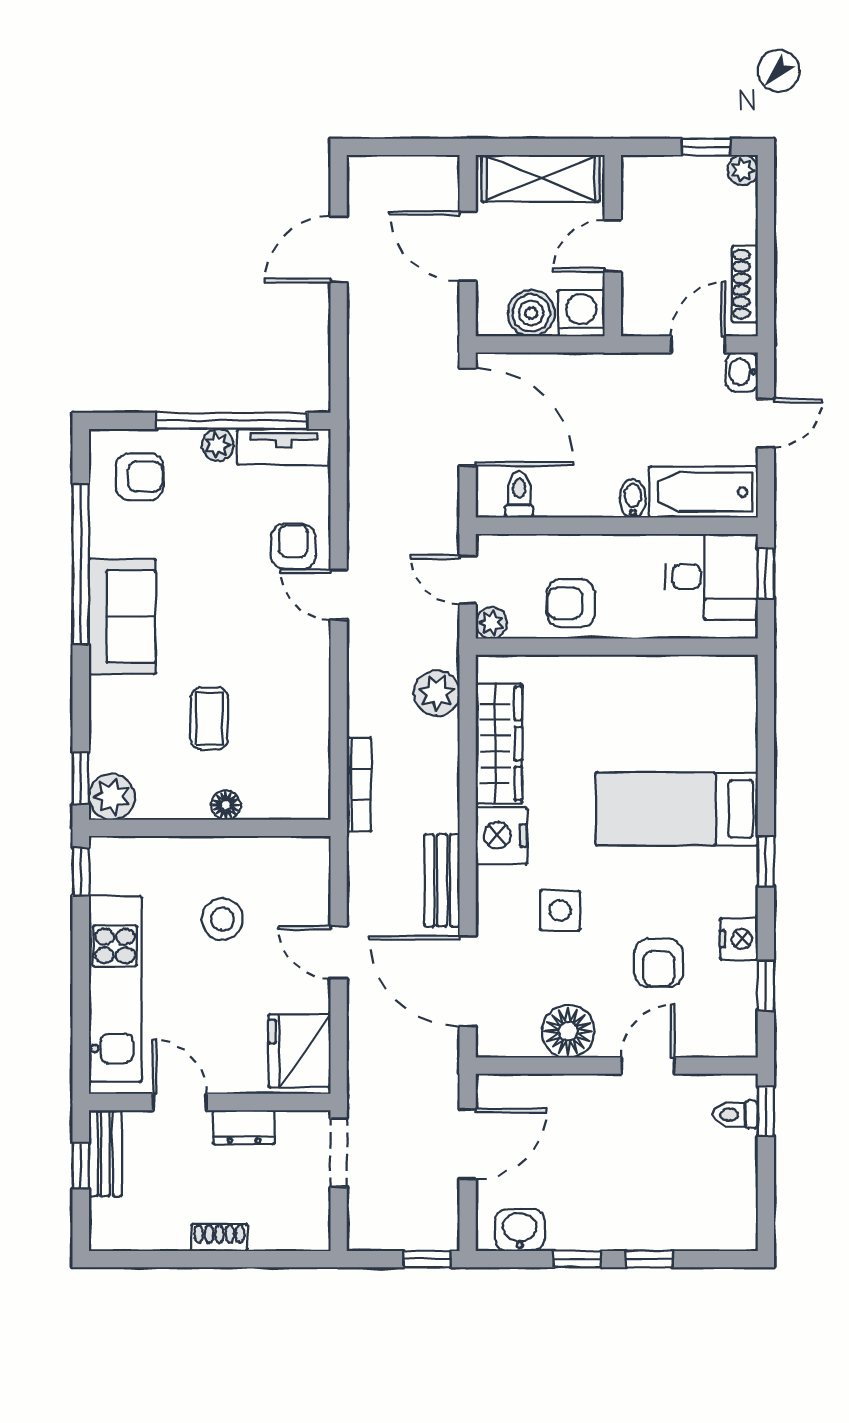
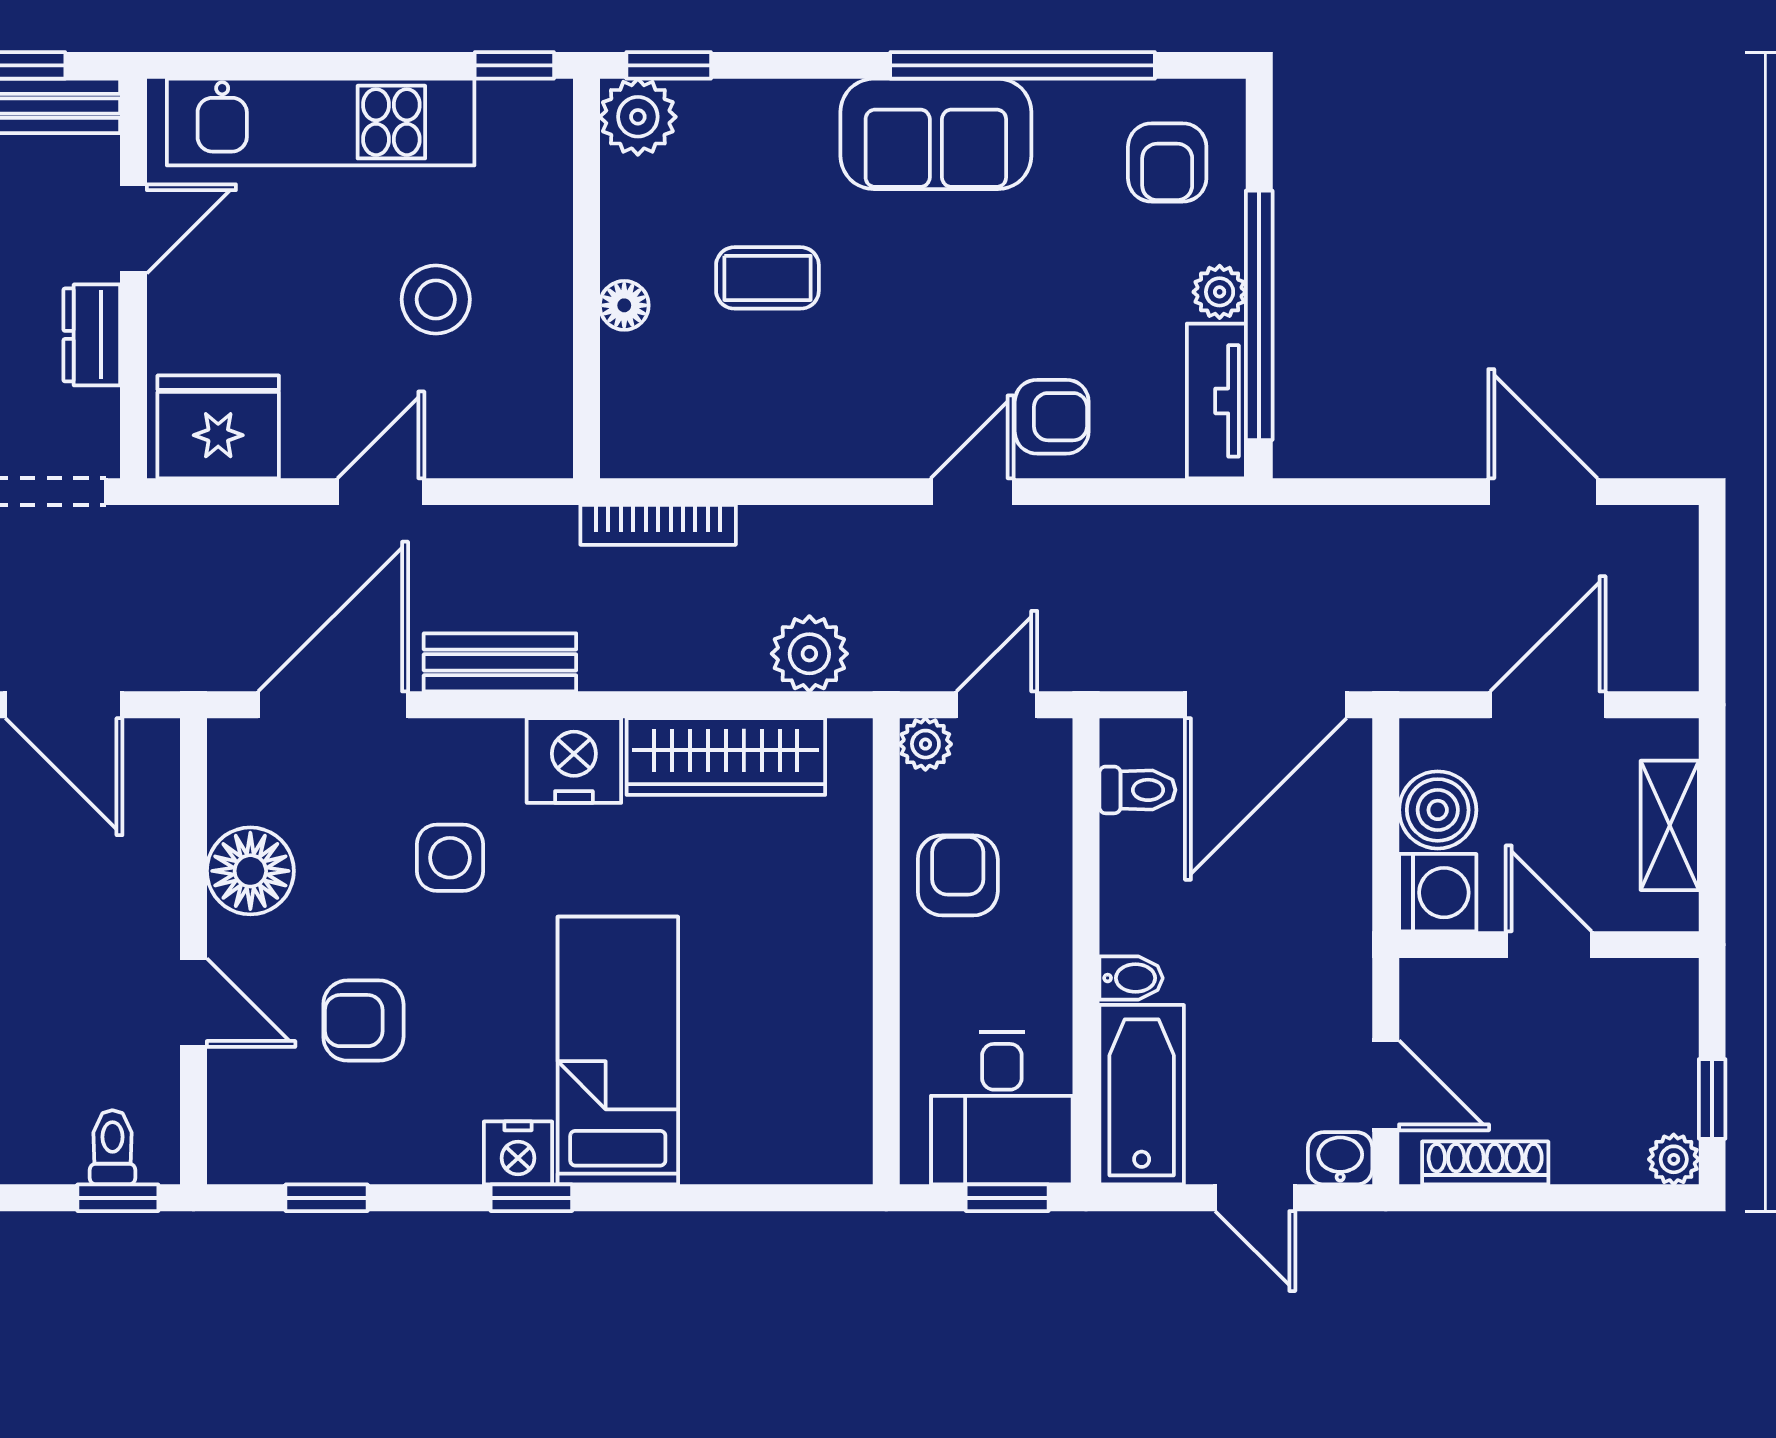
shelving: (541, 178) -> (1670, 825), width x0.67, depth x0.75
nightstand: (739, 939) -> (518, 1153), moved

